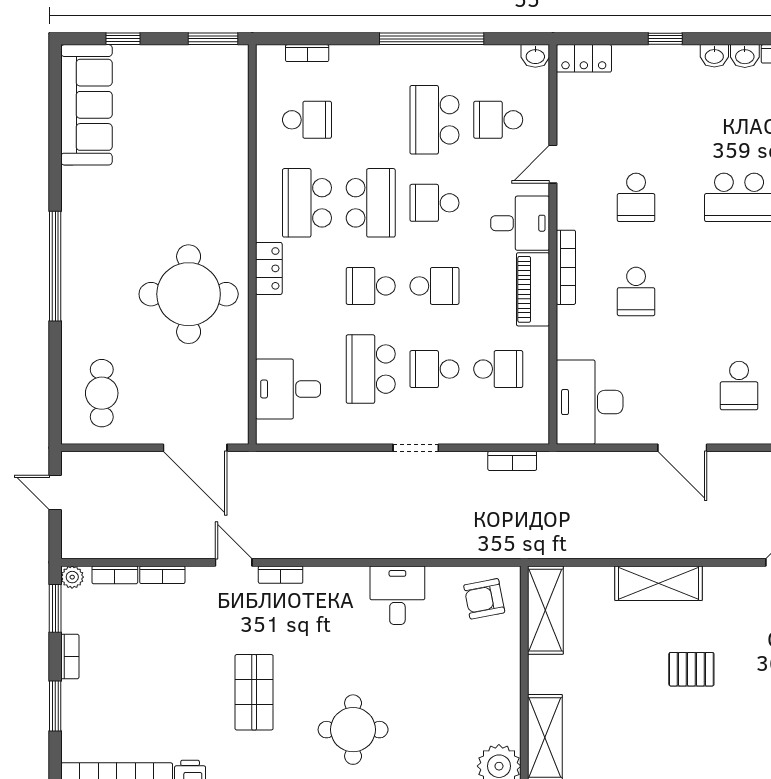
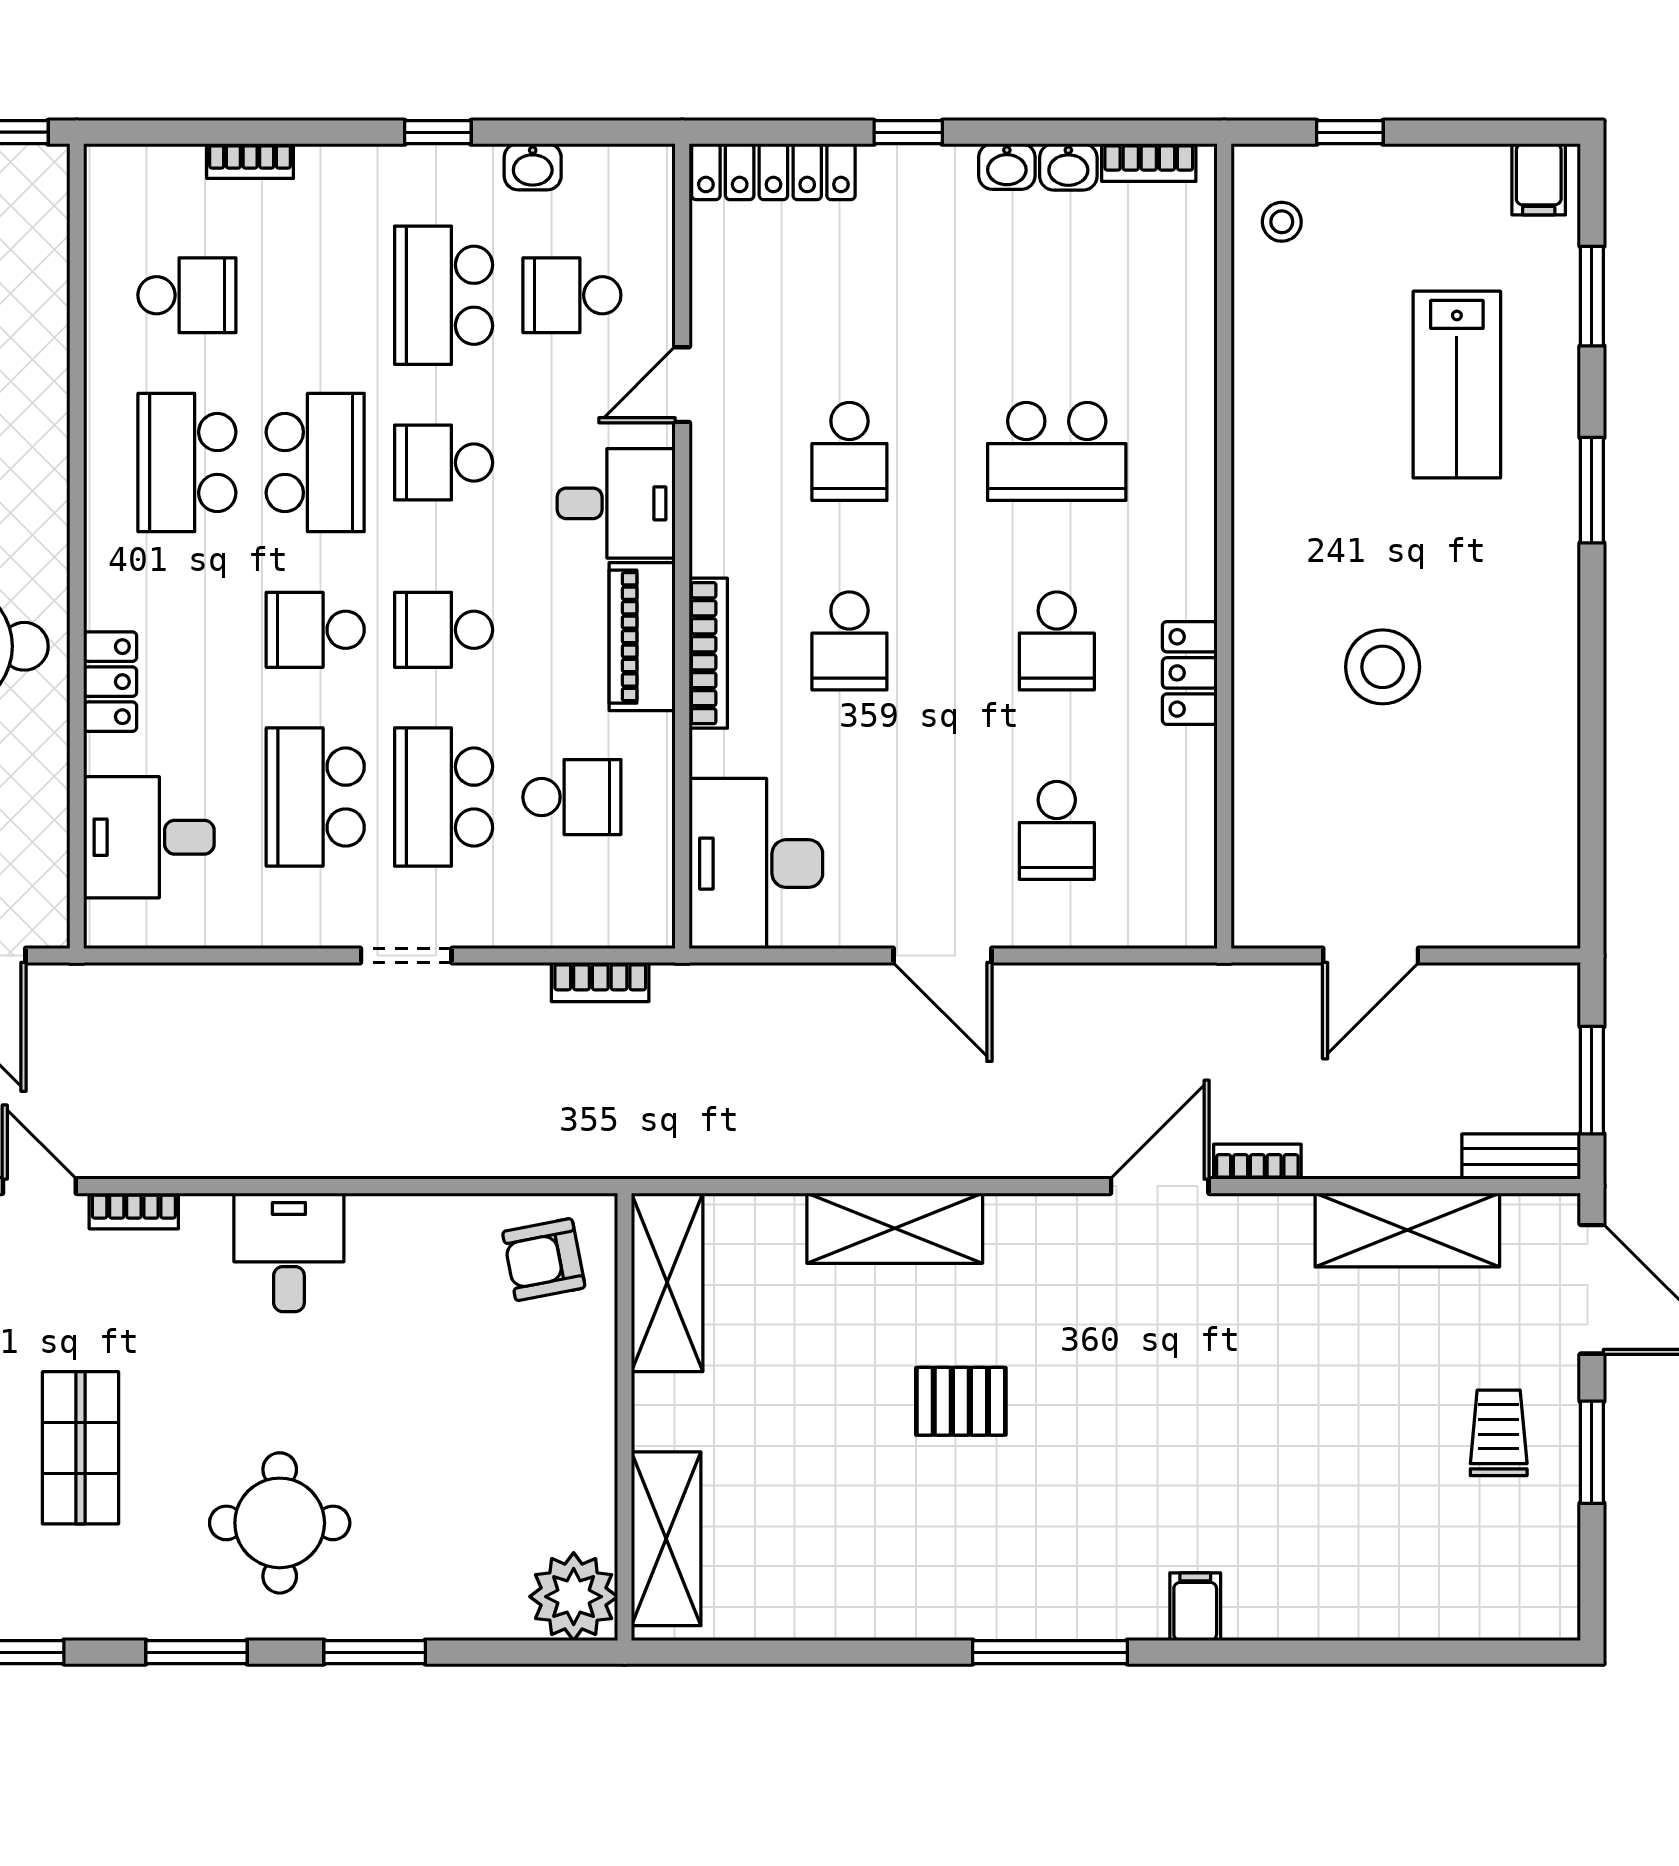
window: (432, 39) -> (438, 132), width x0.32
bookcase: (307, 53) -> (250, 161), moved
washbasin: (535, 56) -> (533, 167), moved
locker: (584, 58) -> (773, 172), width x1.53
bookcase: (566, 267) -> (708, 653), moved
locker: (269, 268) -> (110, 682), moved
school desk: (434, 286) -> (444, 630), turned 180
school desk: (739, 291) -> (1057, 641), added
school desk: (434, 369) -> (444, 797), width x1.85
desk: (397, 595) -> (289, 1252), moved

